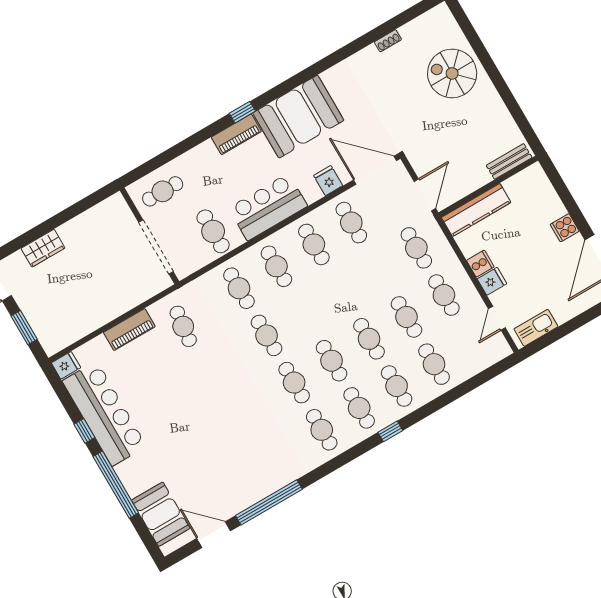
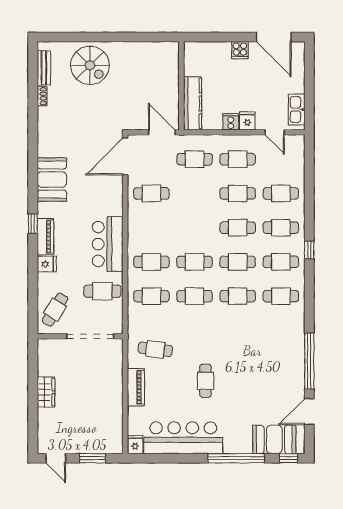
spiral stairs: (452, 73) -> (90, 65), turned -90
booth: (298, 117) -> (52, 179), width x0.73, depth x0.70
bench: (509, 161) -> (44, 68), moved
fridge: (328, 181) -> (47, 264), moved, turned 180
cafe table: (163, 191) -> (55, 310), turned 31
cafe table: (314, 244) -> (195, 262), moved
wardrobe: (43, 248) -> (46, 392), moved
cafe table: (181, 401) -> (205, 381), added
window: (84, 431) -> (288, 458), moved

